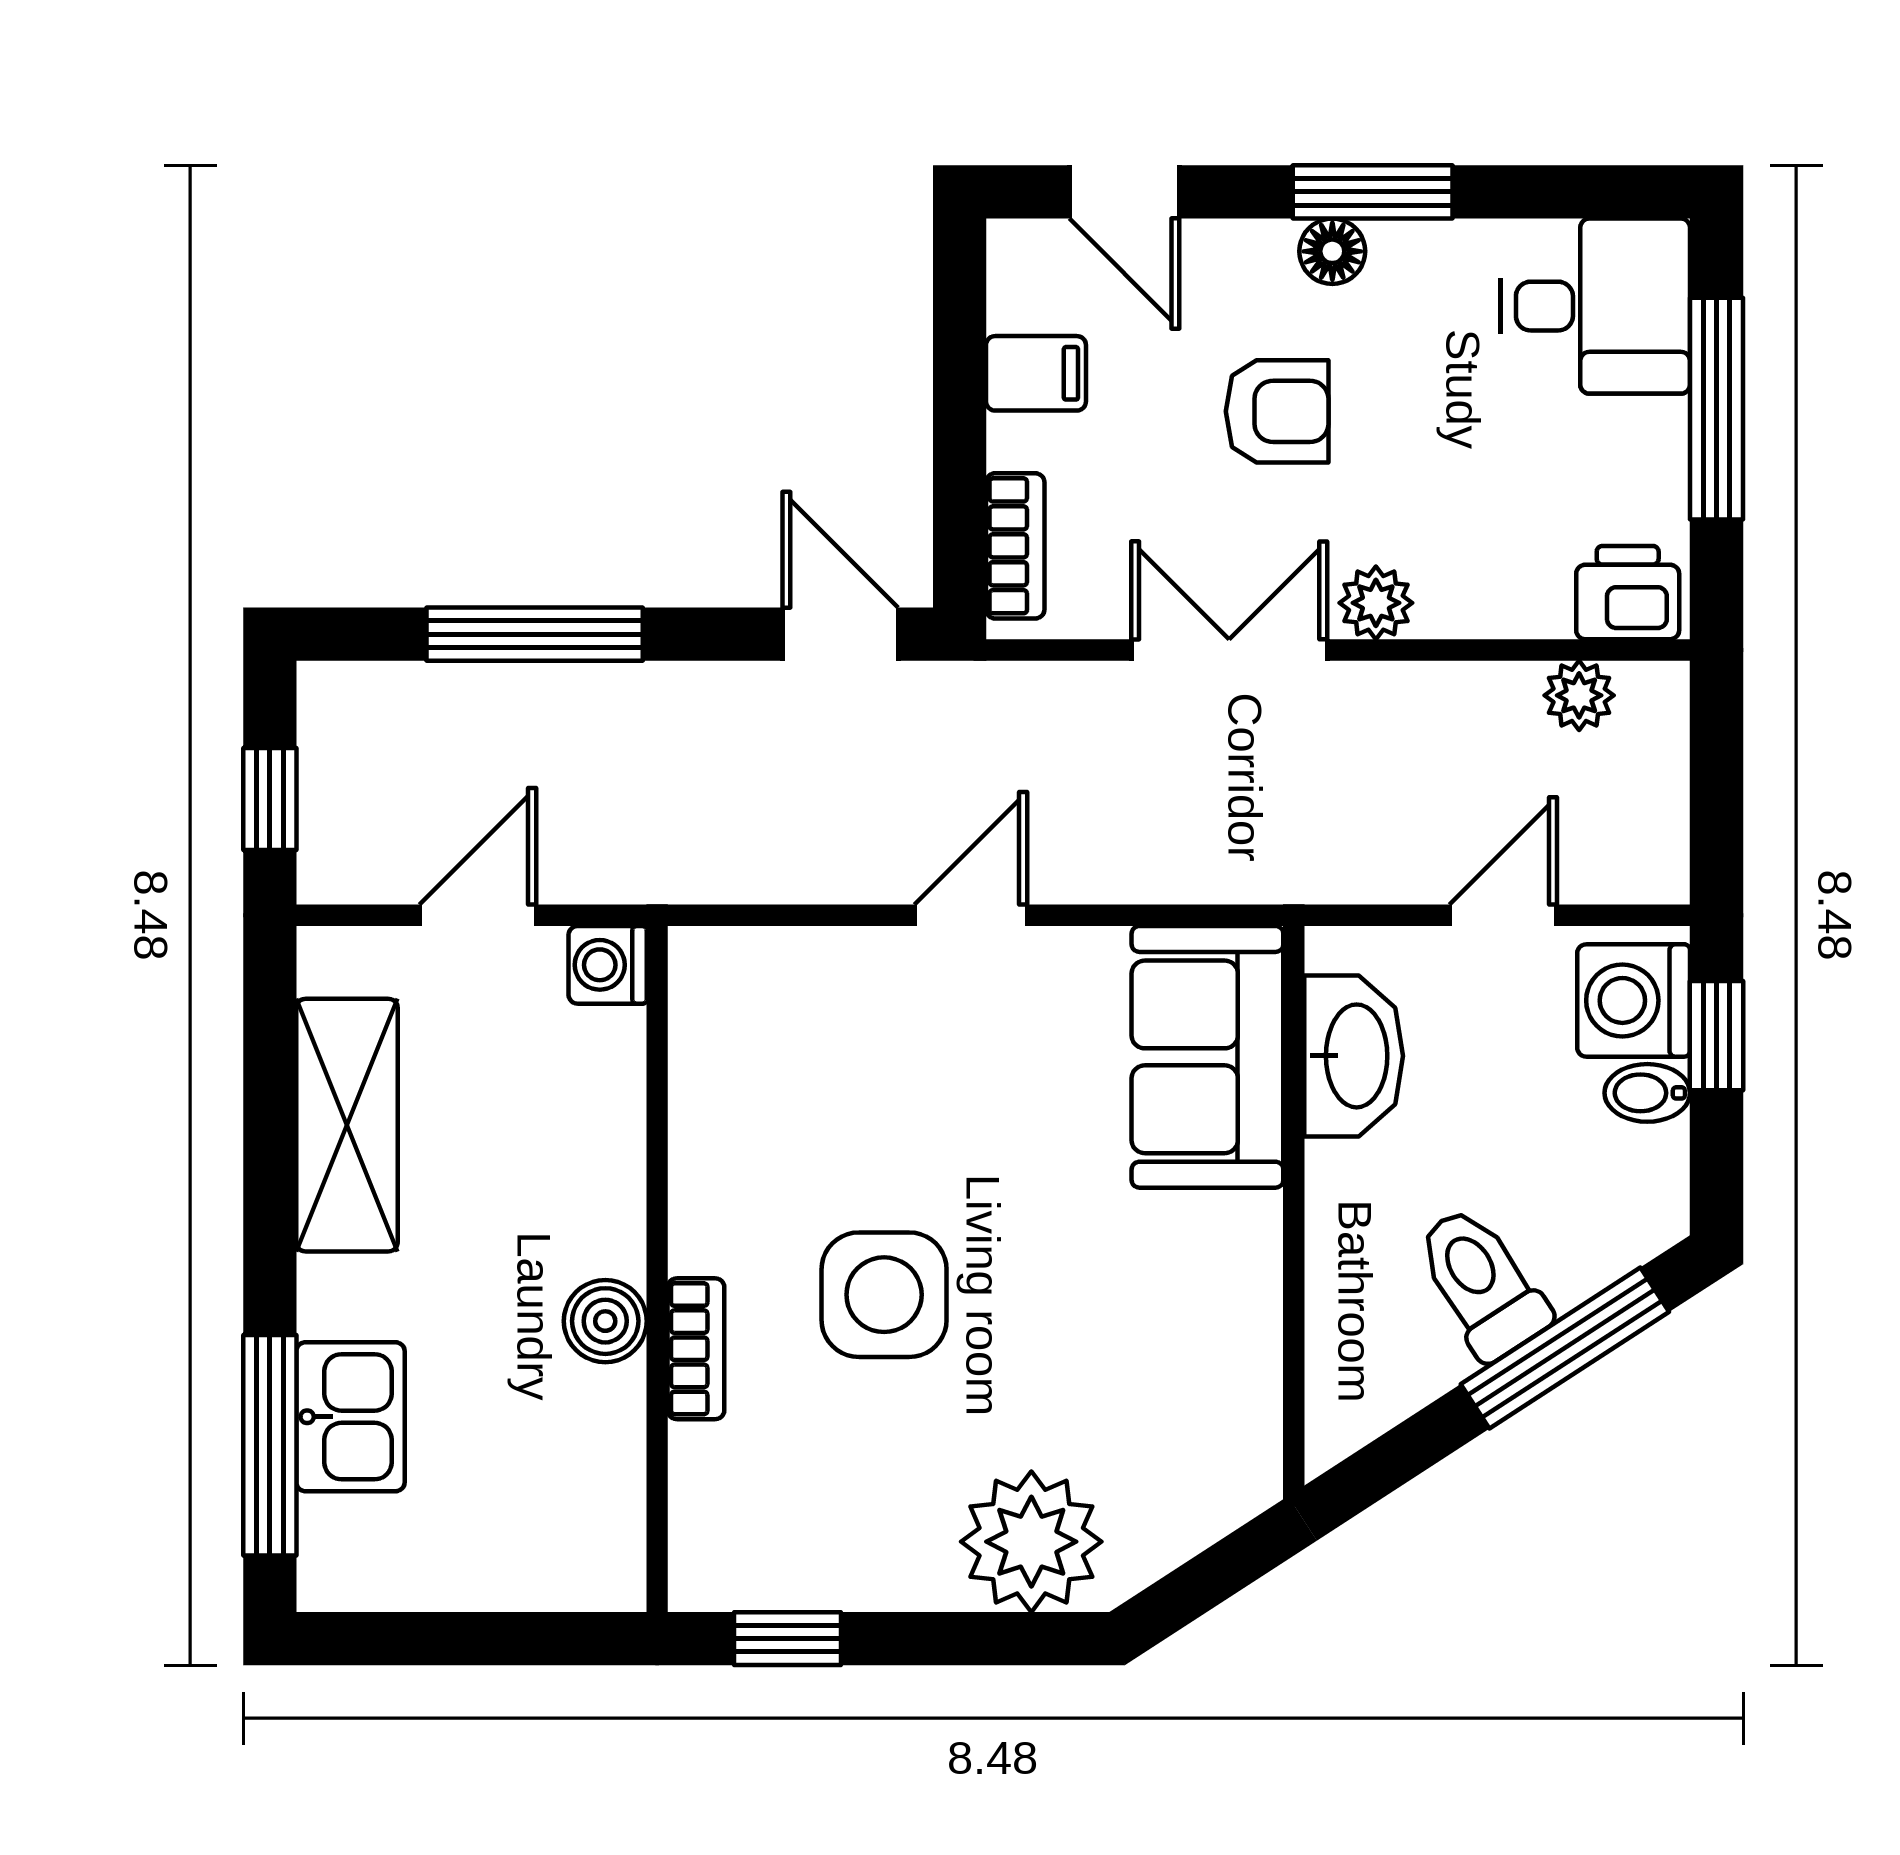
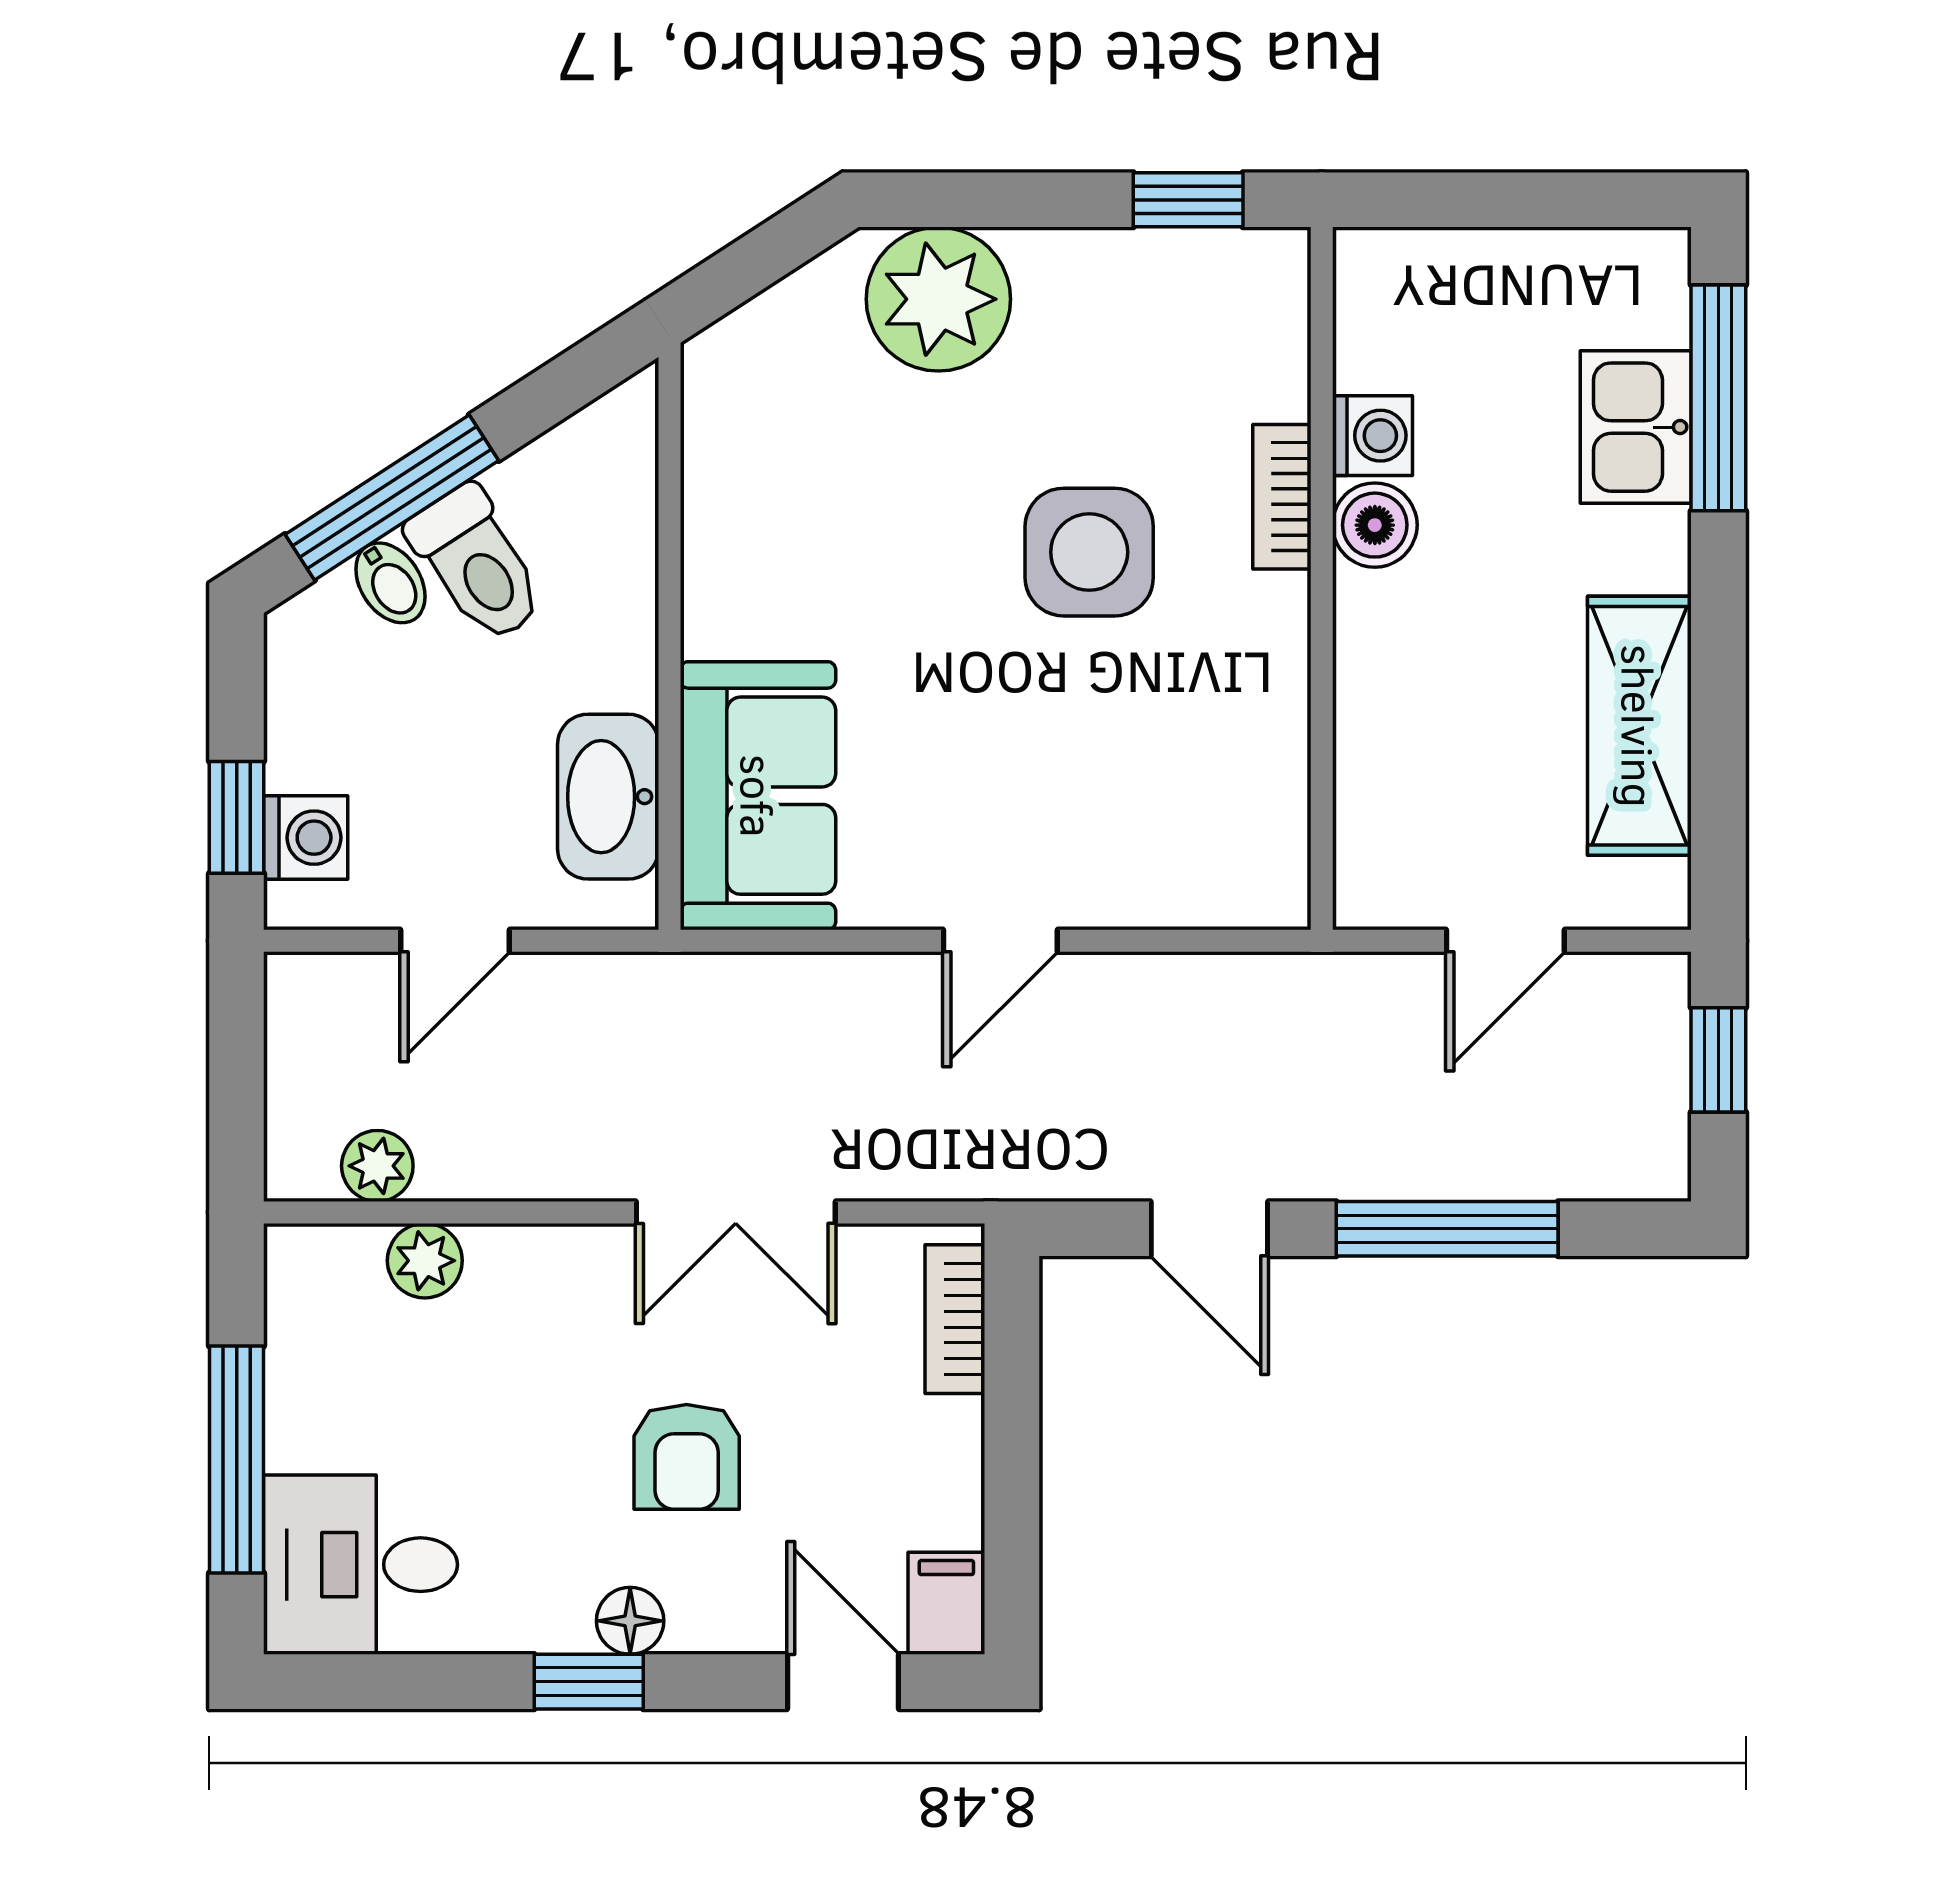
window: (1373, 192) -> (589, 1682), width x0.67
filing cabinet: (1036, 373) -> (946, 1603), moved, turned 90
armchair: (1277, 411) -> (687, 1457), turned -90
printer: (1628, 593) -> (328, 1271), removed
plant: (1376, 603) -> (425, 1261), moved
door: (840, 634) -> (1209, 1229), moved
washing machine: (608, 965) -> (1372, 436), moved
washing machine: (1634, 1000) -> (306, 838), width x0.73, depth x0.73
bidet: (1647, 1093) -> (390, 583), moved, turned 57

